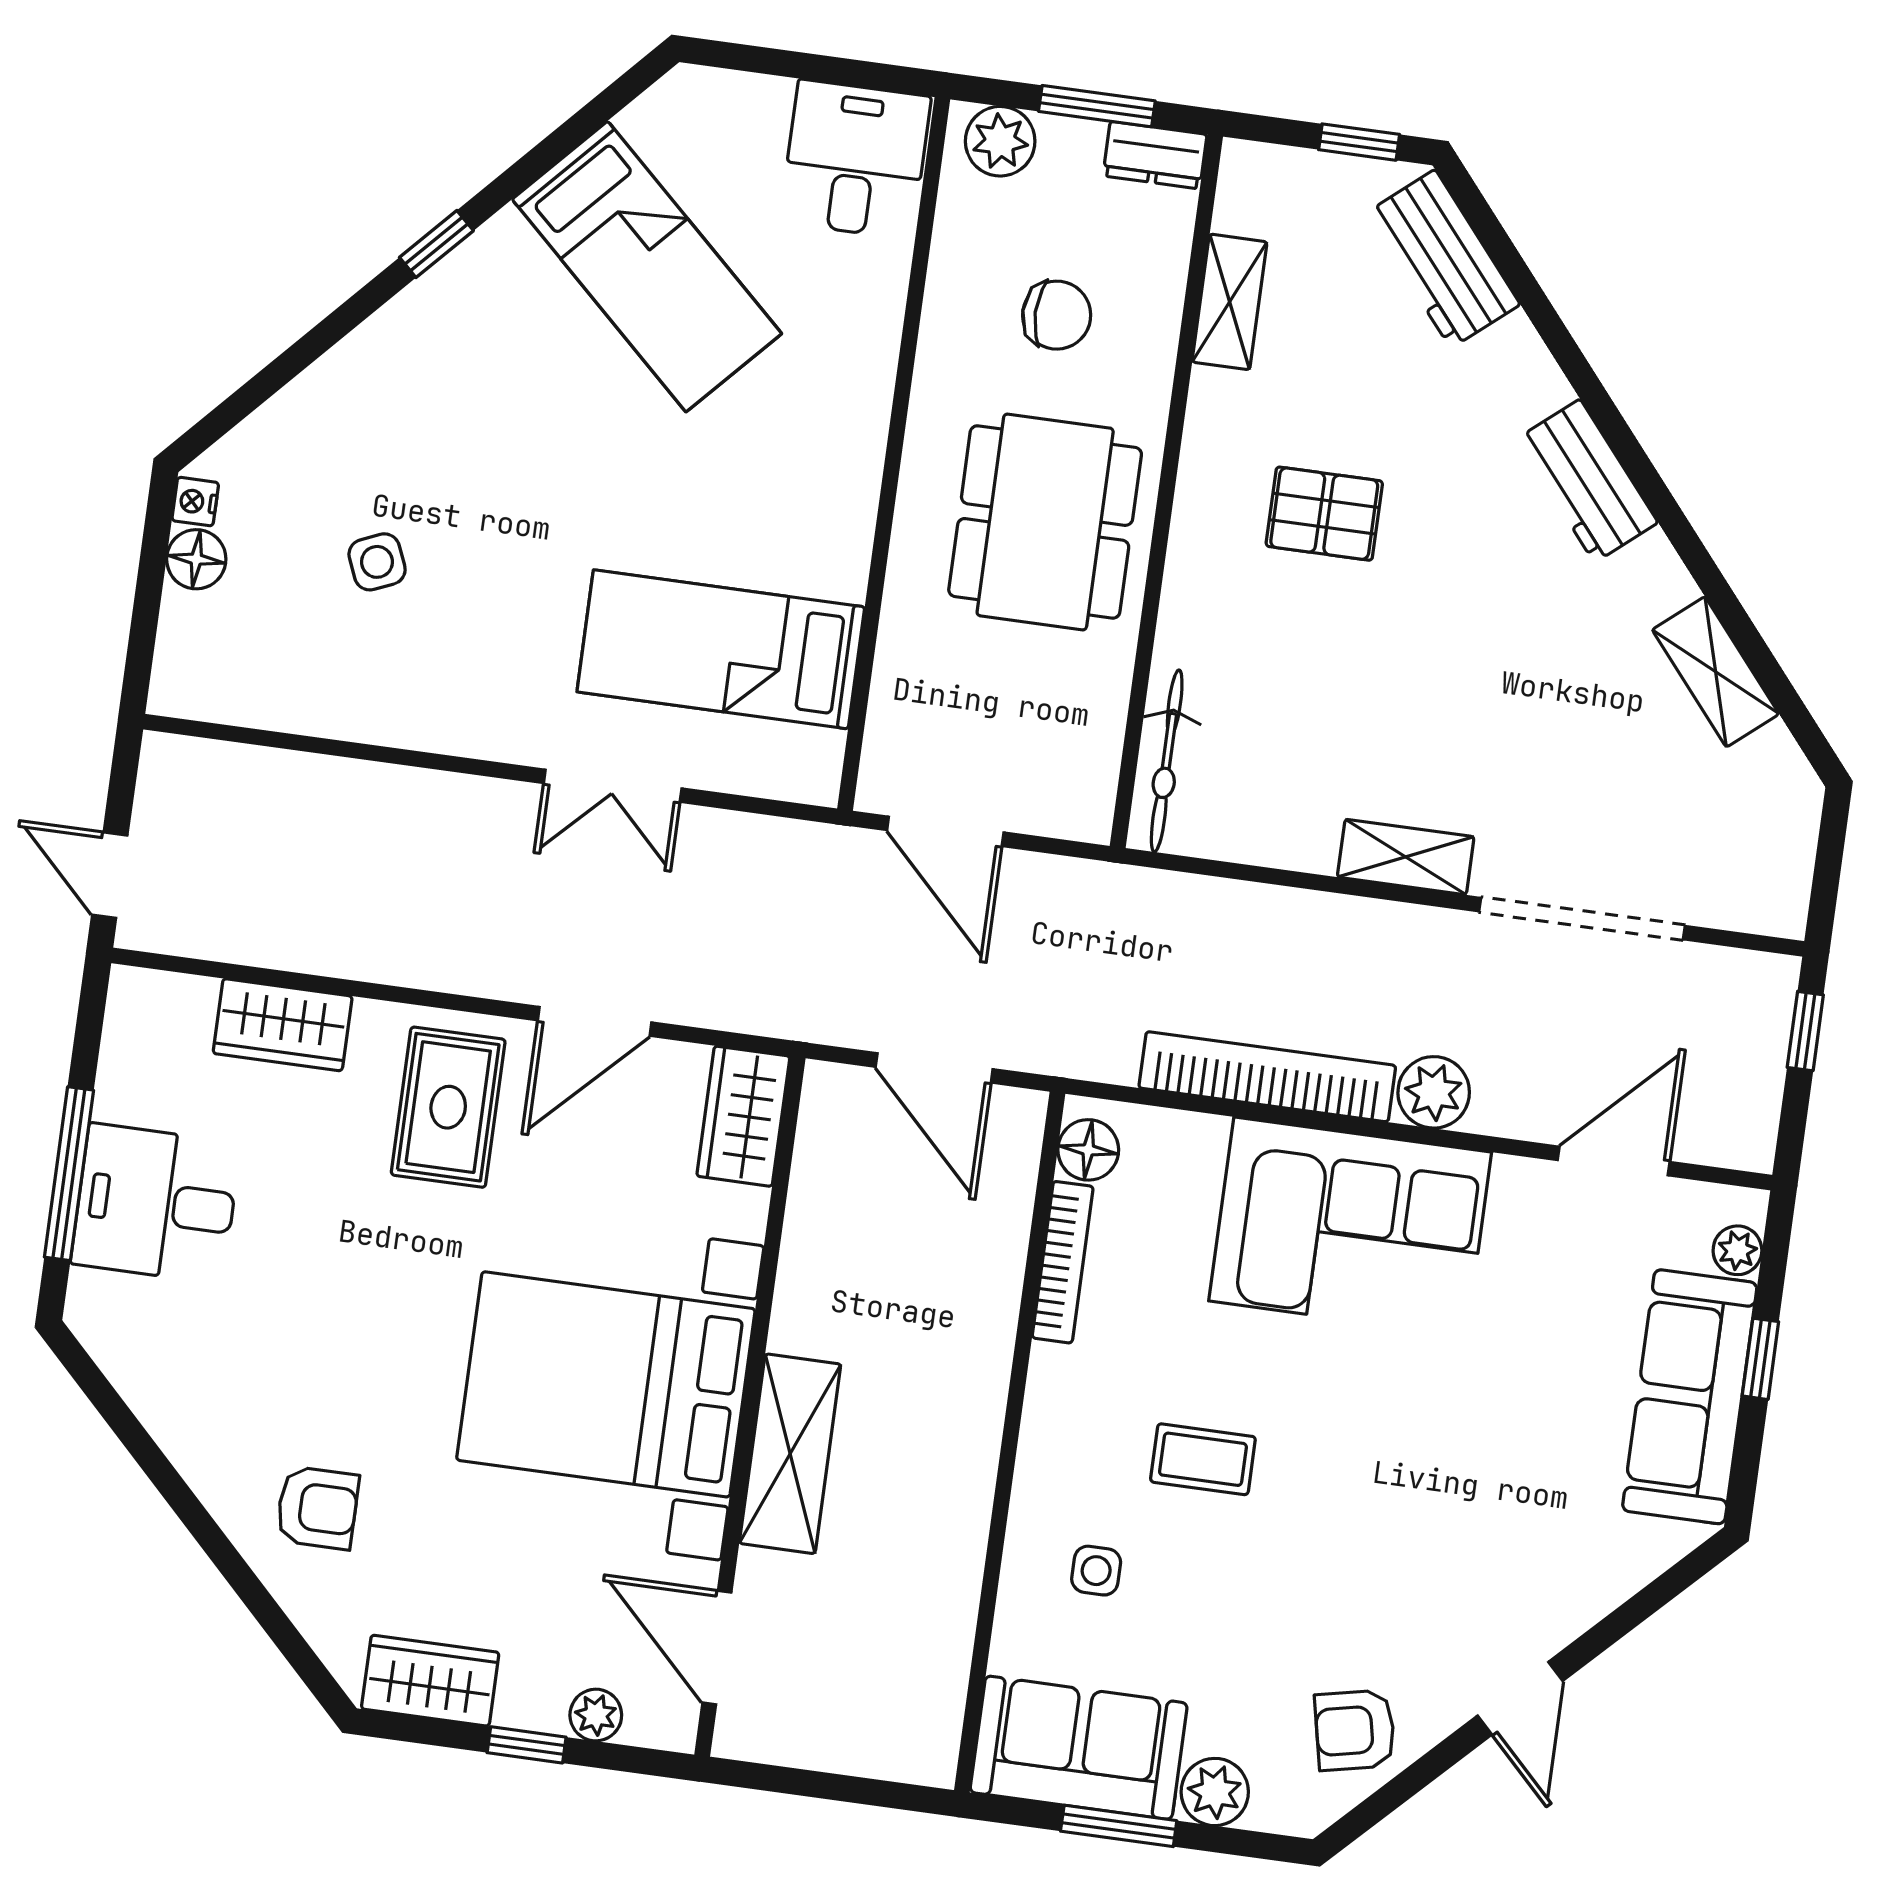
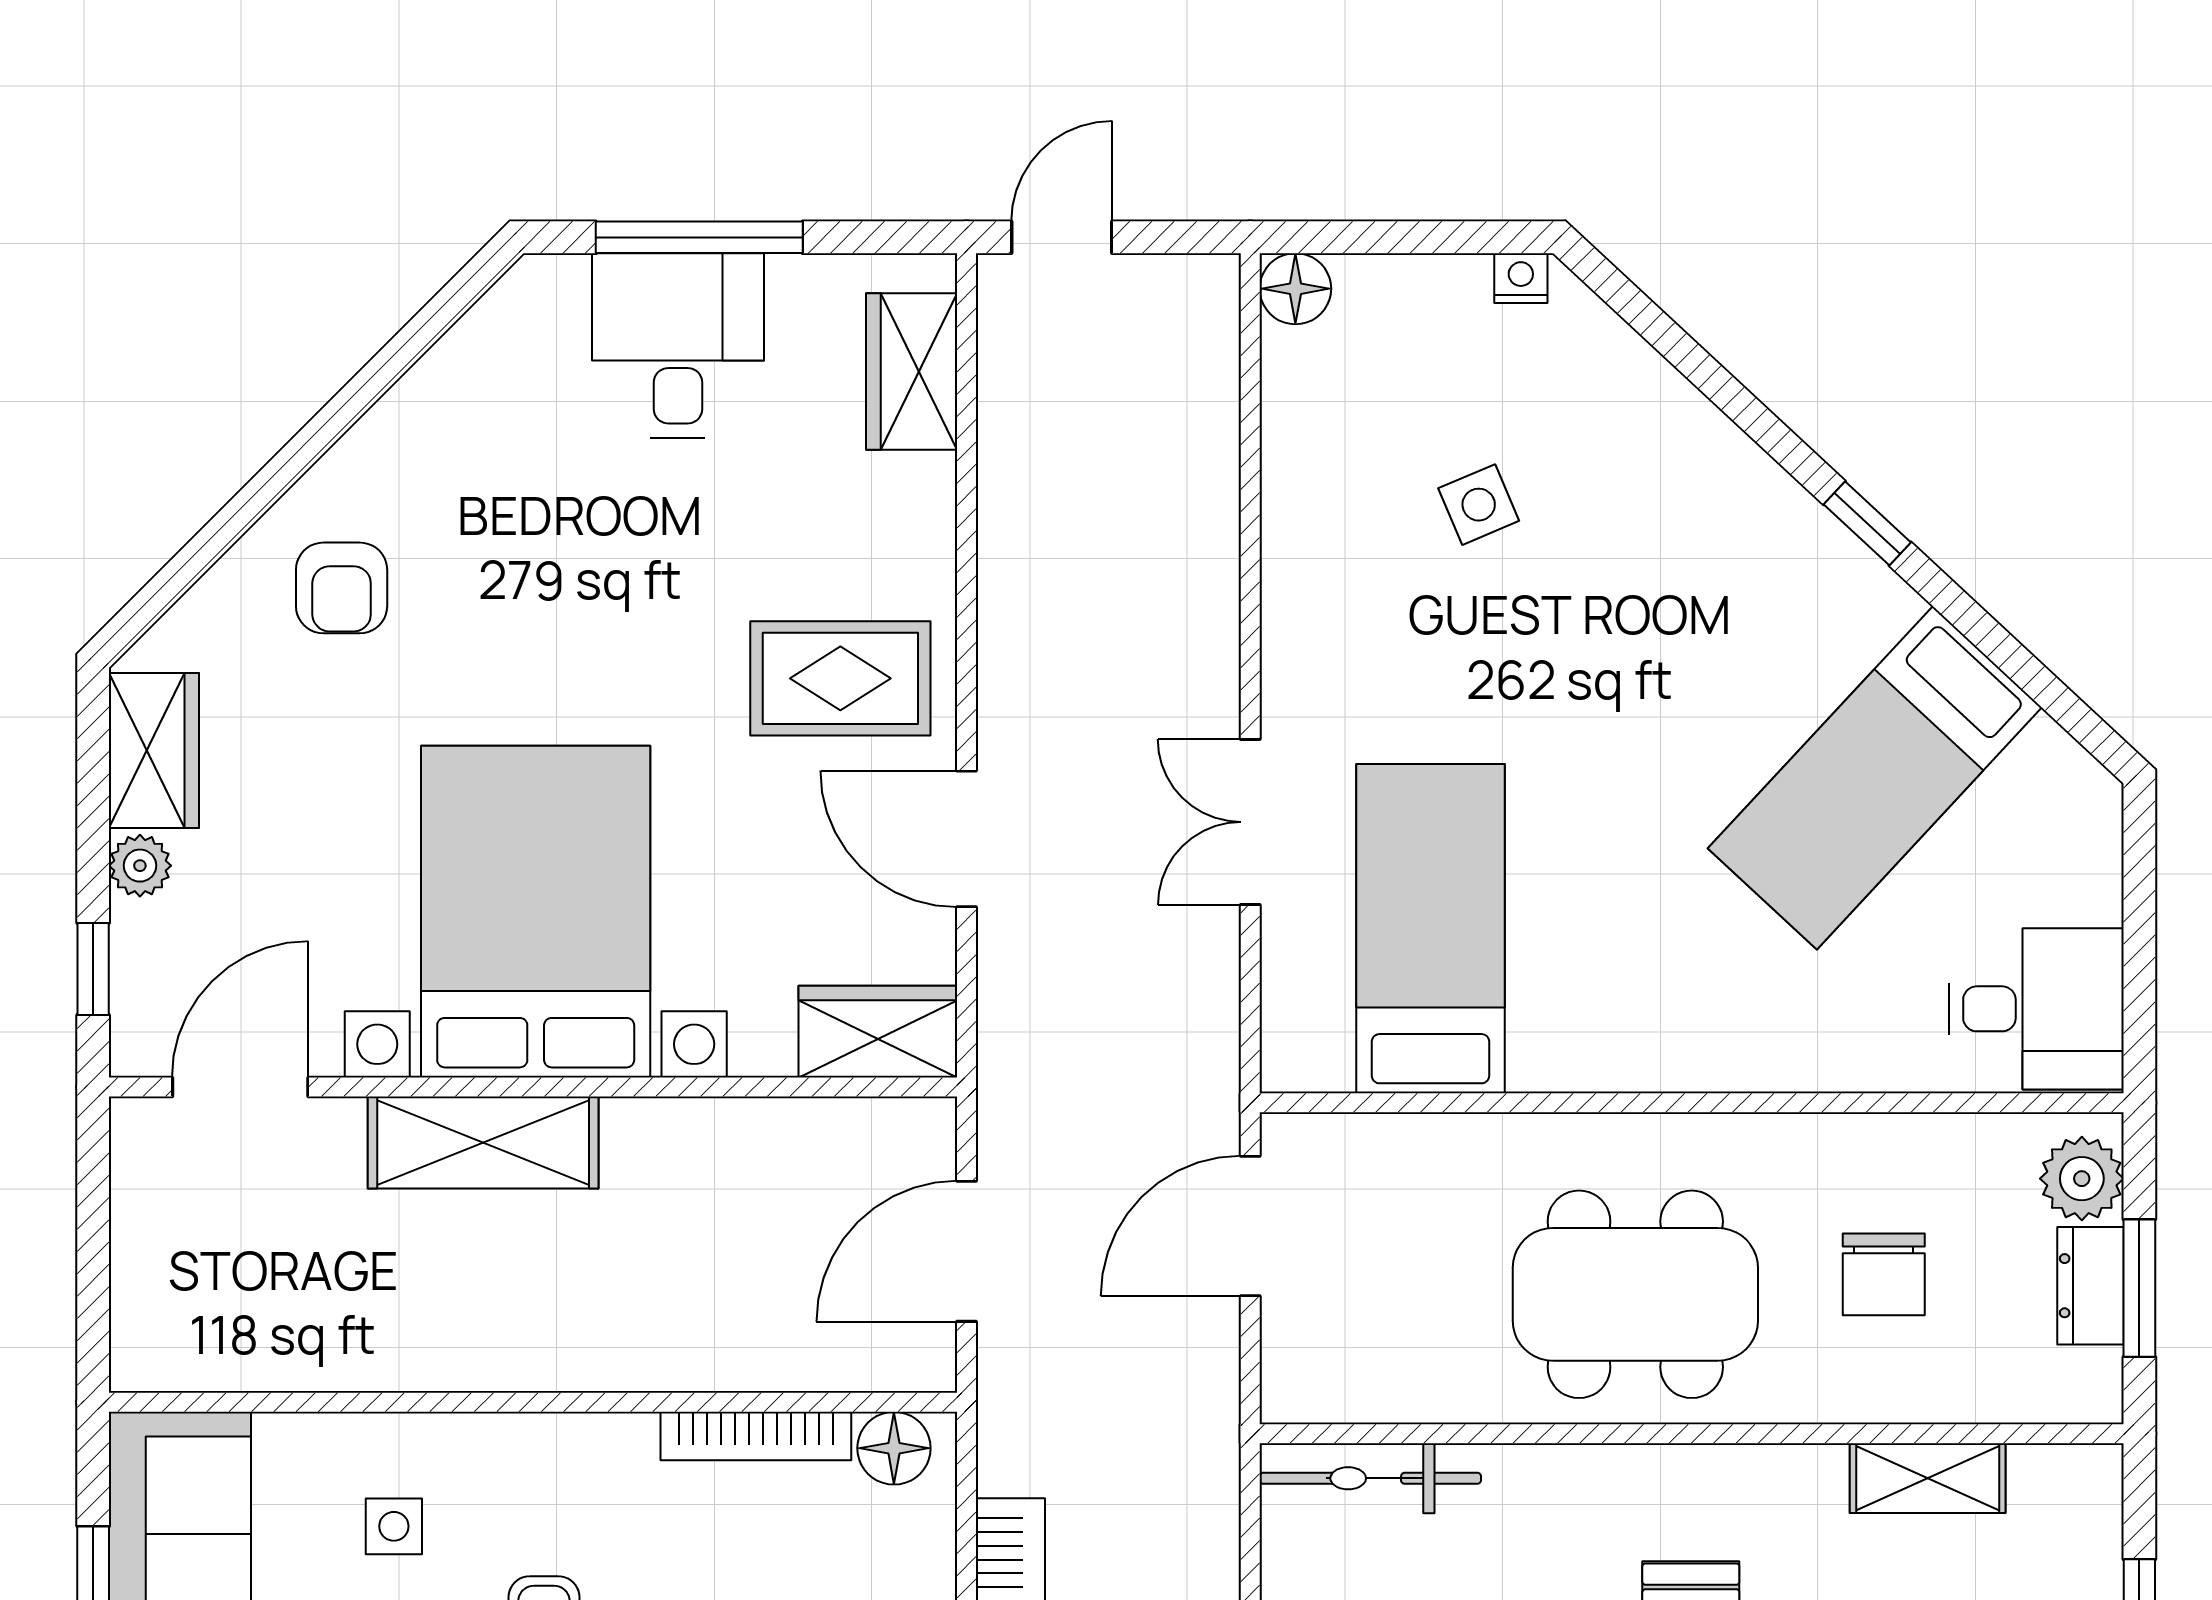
dresser: (1155, 155) -> (2090, 1286), moved
floor lamp: (196, 559) -> (1295, 289), moved
wardrobe: (283, 1025) -> (912, 371), moved
plant: (596, 1715) -> (140, 866), moved
window: (527, 1745) -> (93, 969), moved

